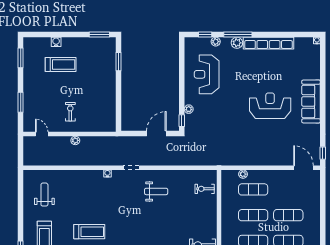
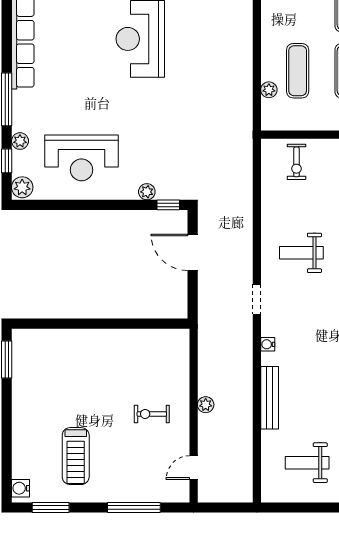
water cooler: (56, 42) -> (20, 488), moved
plant: (237, 43) -> (22, 187), moved
window: (118, 62) -> (58, 324), removed
treadmill: (61, 65) -> (76, 456), moved, turned 180
window: (21, 102) -> (134, 508), width x1.44
bench: (79, 175) -> (270, 398), added
weight bench: (156, 191) -> (301, 253), turned -90

